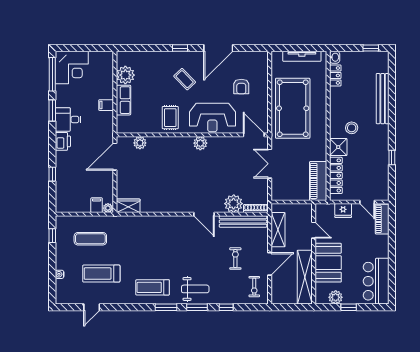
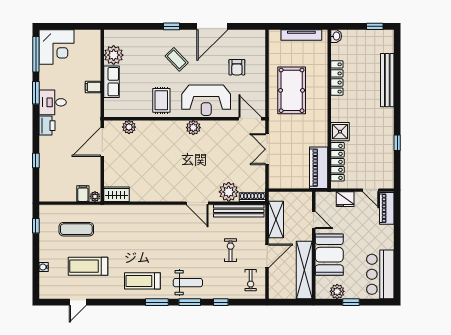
locker: (335, 75) -> (337, 78), moved, width x1.53
pool table: (293, 108) -> (292, 90), width x0.73, depth x0.76
stool: (352, 128) -> (354, 111), removed

